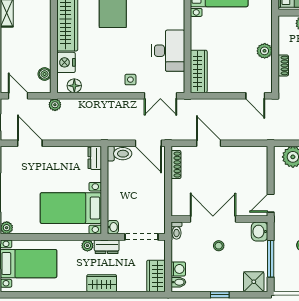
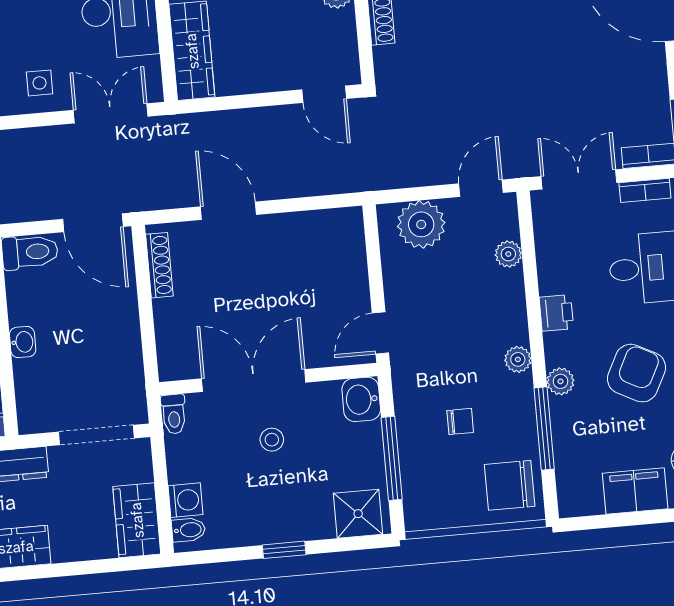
double door: (160, 96) -> (111, 113), swing flipped
washbasin: (113, 227) -> (23, 342), moved

